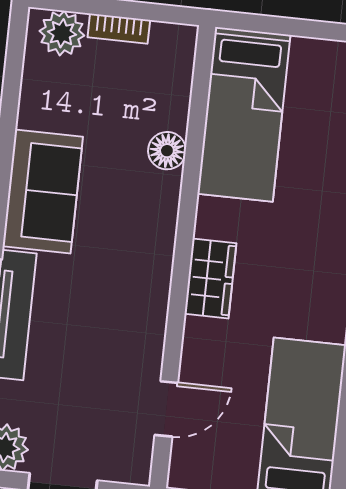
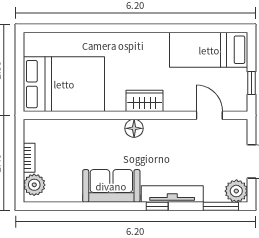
bed: (244, 114) -> (64, 84), width x1.50
floor lamp: (167, 151) -> (134, 128), moved

